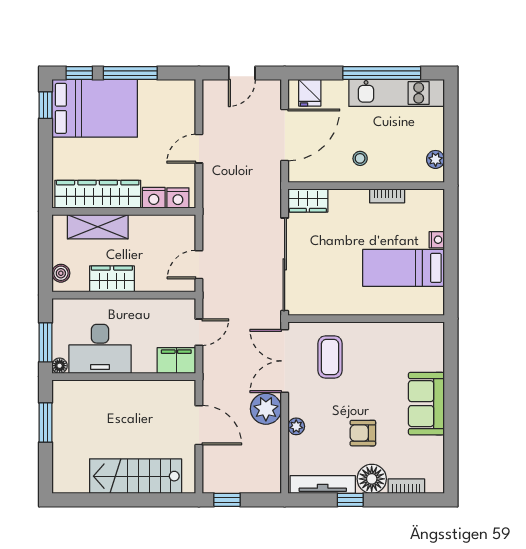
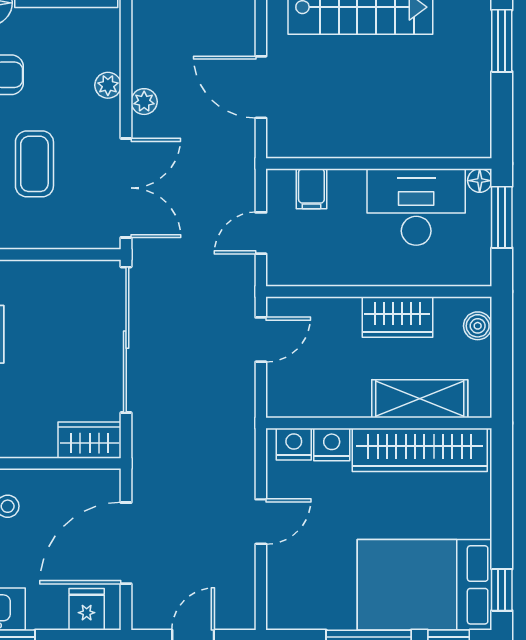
coffee table: (330, 357) -> (34, 164), moved
filing cabinet: (176, 361) -> (311, 189), width x0.50
plant: (266, 409) -> (144, 102), width x0.53, depth x0.53
window: (45, 422) -> (502, 41), moved

